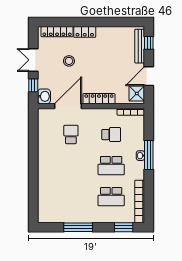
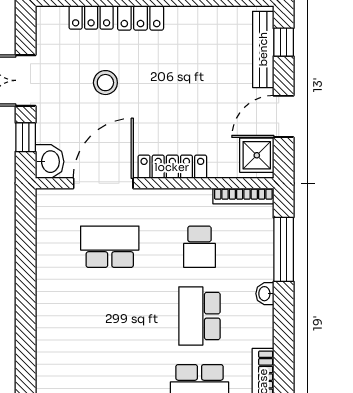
locker: (57, 32) -> (91, 17), width x0.66
school desk: (71, 135) -> (110, 247), width x1.85
school desk: (111, 135) -> (199, 247), turned 90
window: (149, 155) -> (284, 249), moved
school desk: (111, 166) -> (199, 316), turned 90

